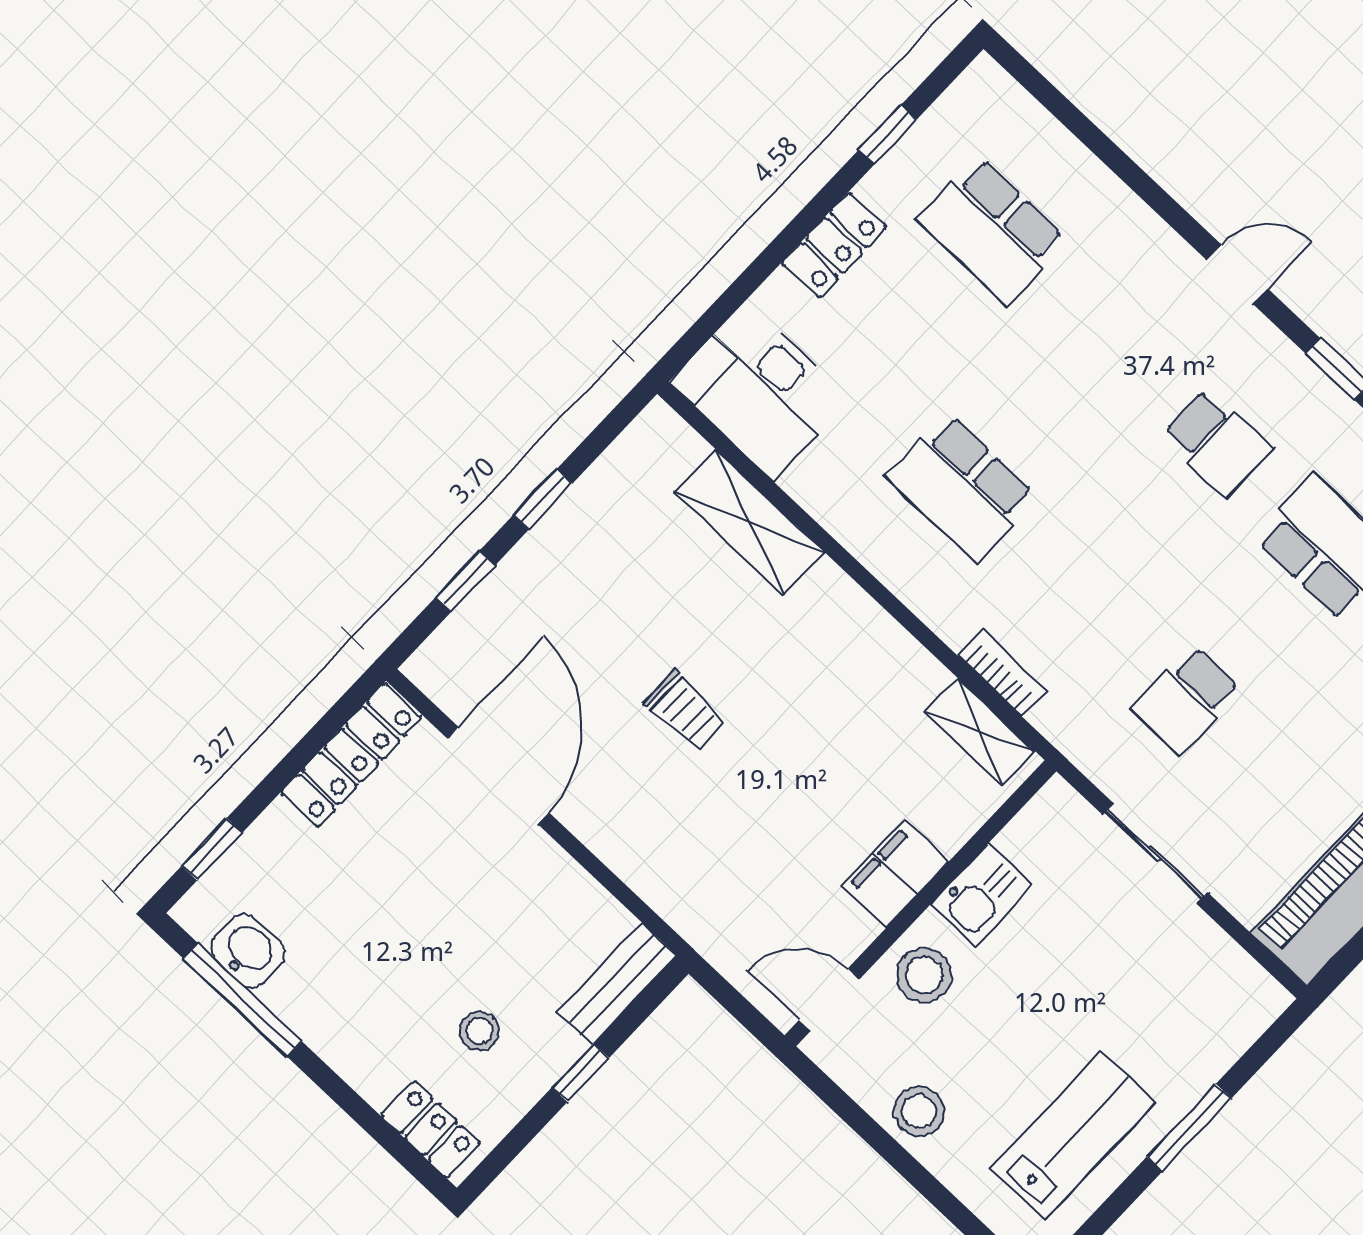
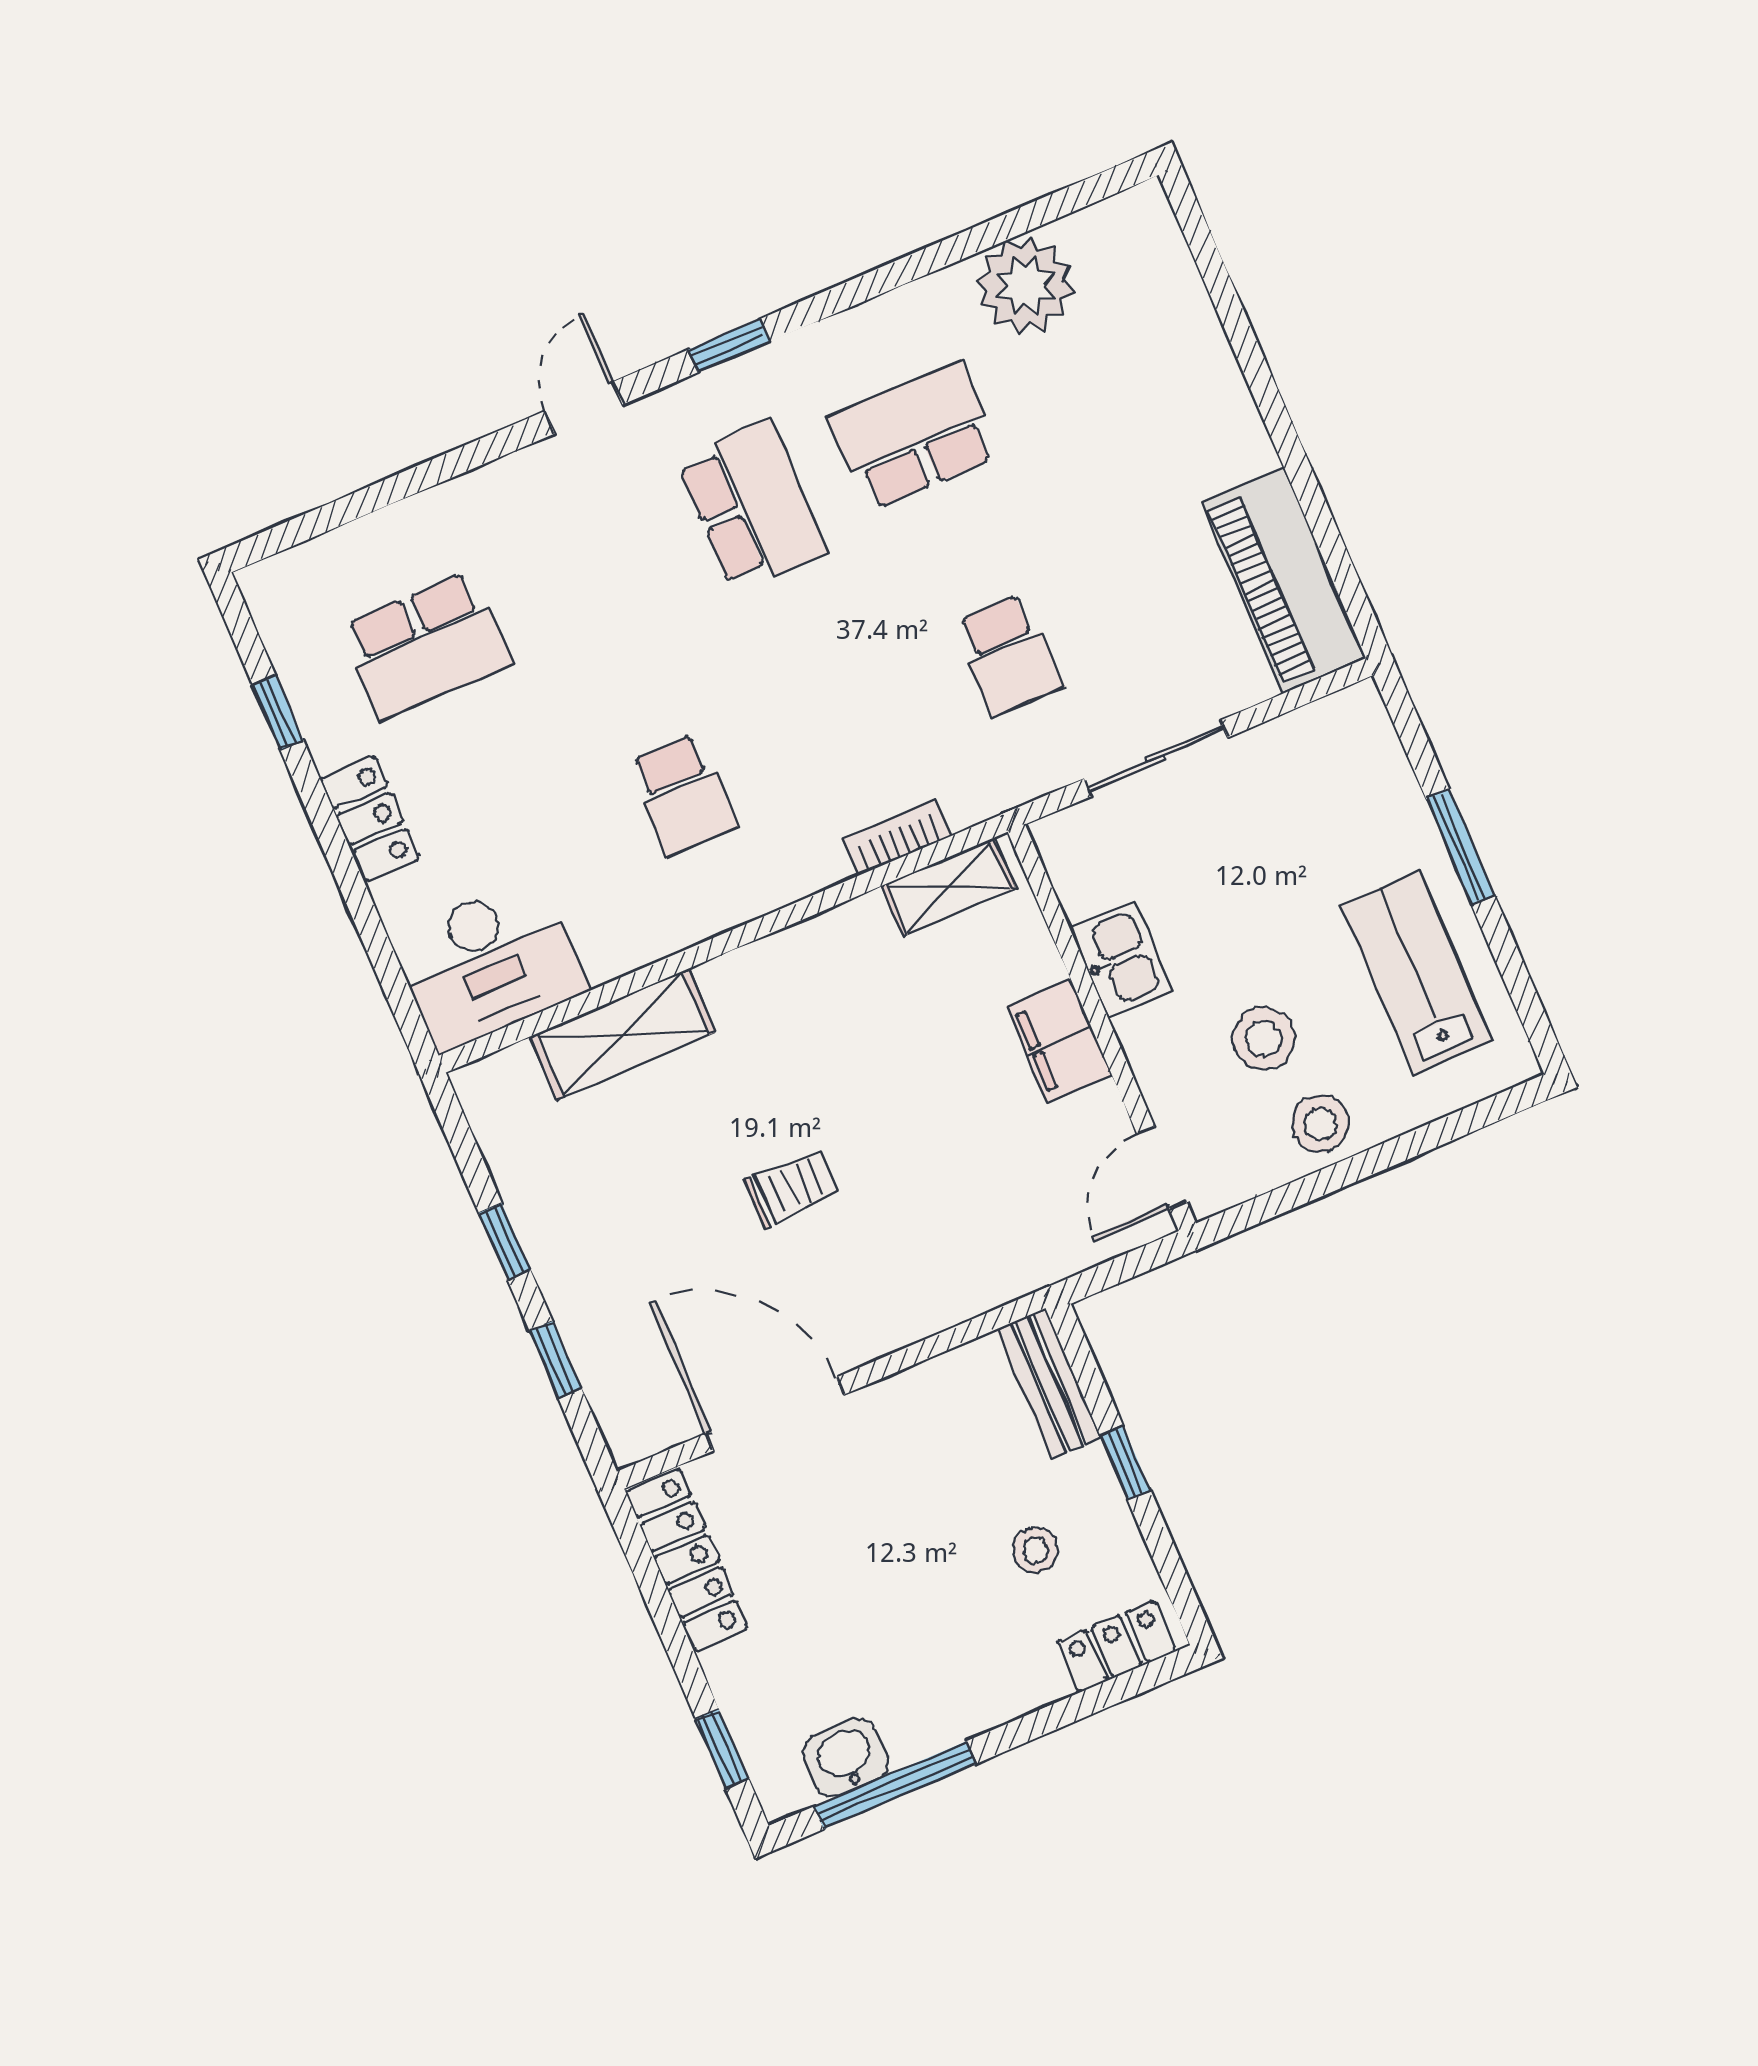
school desk: (1217, 442) -> (752, 506), width x1.85
school desk: (962, 487) -> (683, 795), width x0.54
stool: (924, 975) -> (1264, 1038), moved

